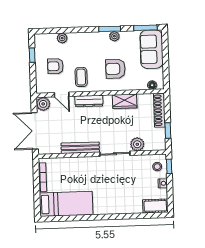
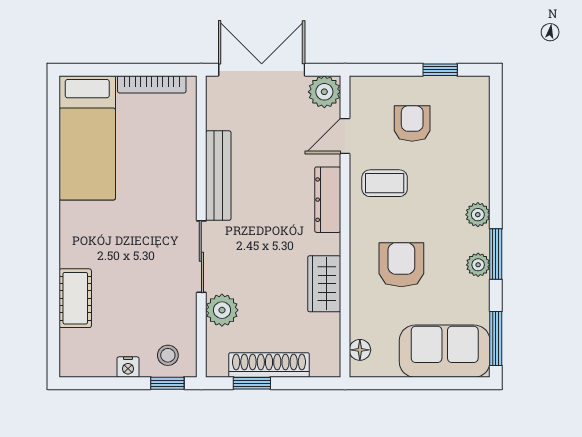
plant: (62, 38) -> (478, 215), moved
shoe rack: (159, 110) -> (269, 365), moved
cot: (155, 206) -> (75, 298), moved

